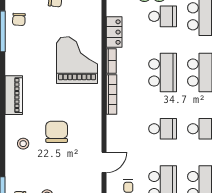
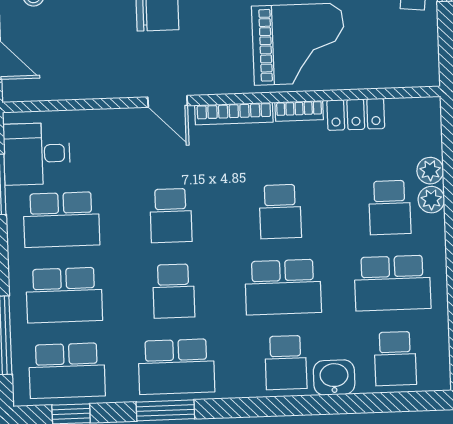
school desk: (163, 73) -> (280, 212), width x0.54
door: (104, 162) -> (168, 101), moved

